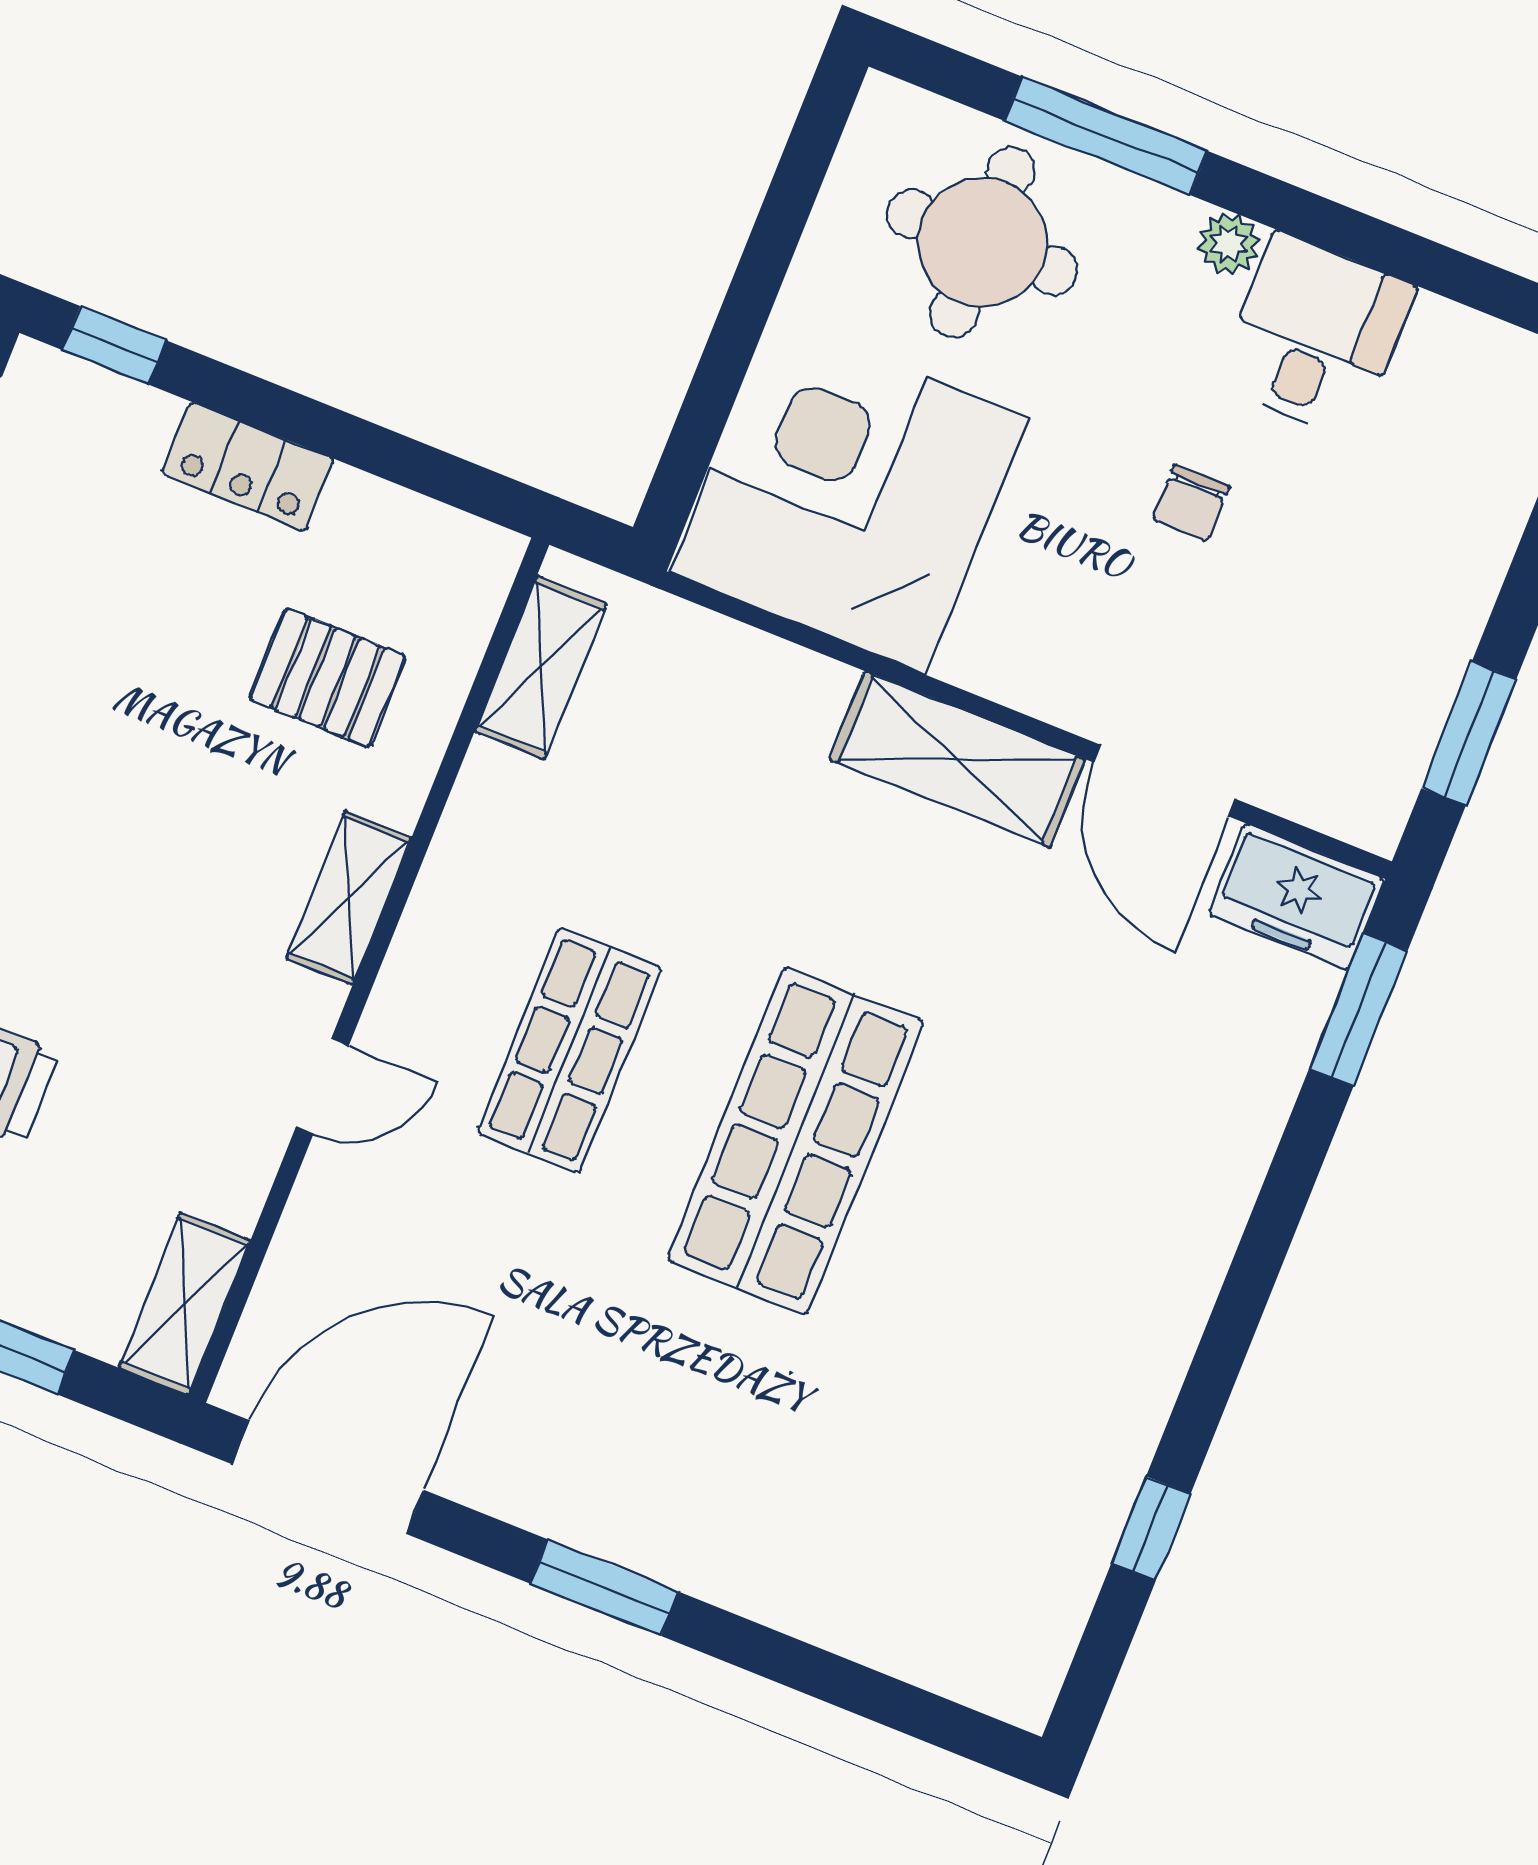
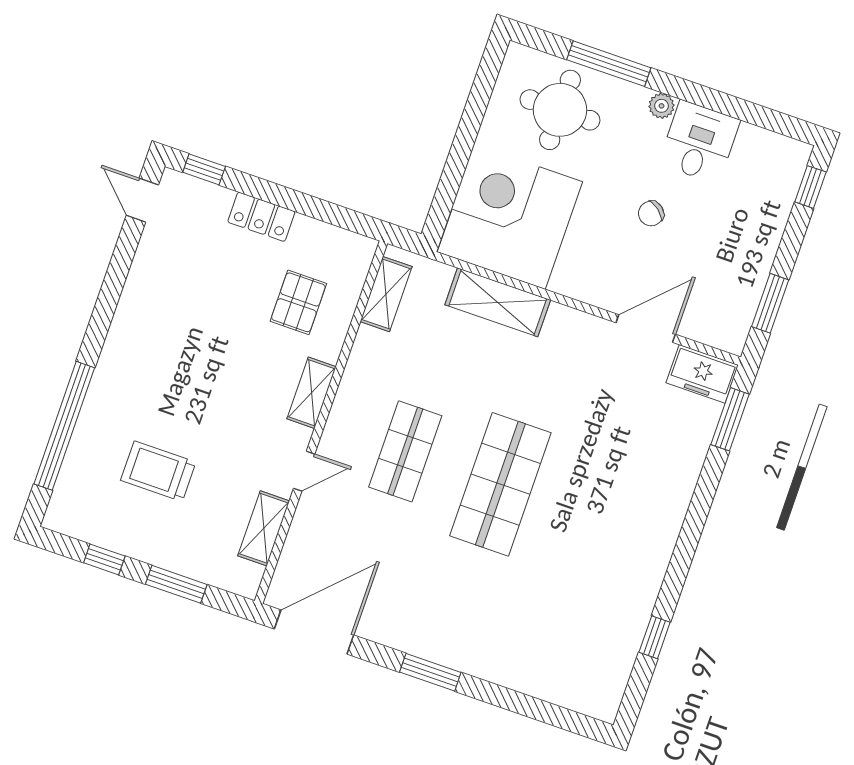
chair: (1191, 503) -> (651, 213), turned 39
pallet: (328, 678) -> (298, 302), turned 90
shelving: (957, 759) -> (498, 302), moved
door: (1165, 781) -> (646, 329), swing flipped
shelving: (185, 1304) -> (264, 528), moved

